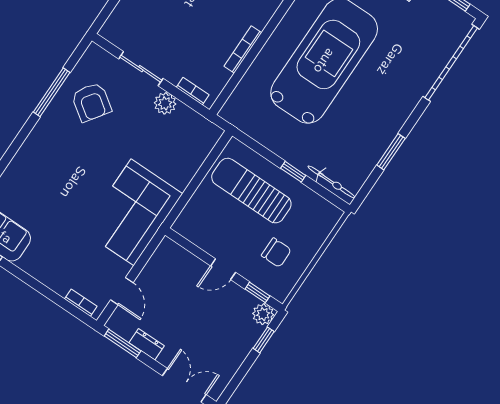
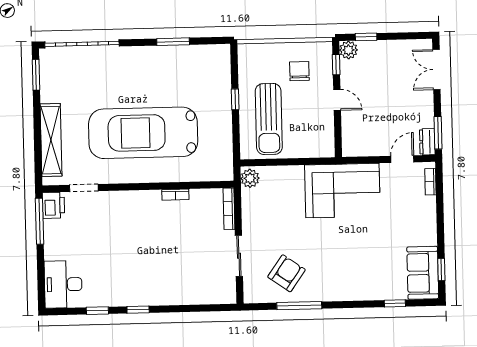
bookcase: (243, 49) -> (175, 195), width x0.64
bookcase: (193, 91) -> (229, 209), width x1.56
plant: (165, 103) -> (250, 178), moved
bicycle: (331, 182) -> (223, 68), removed
dresser: (147, 344) -> (427, 142), moved

